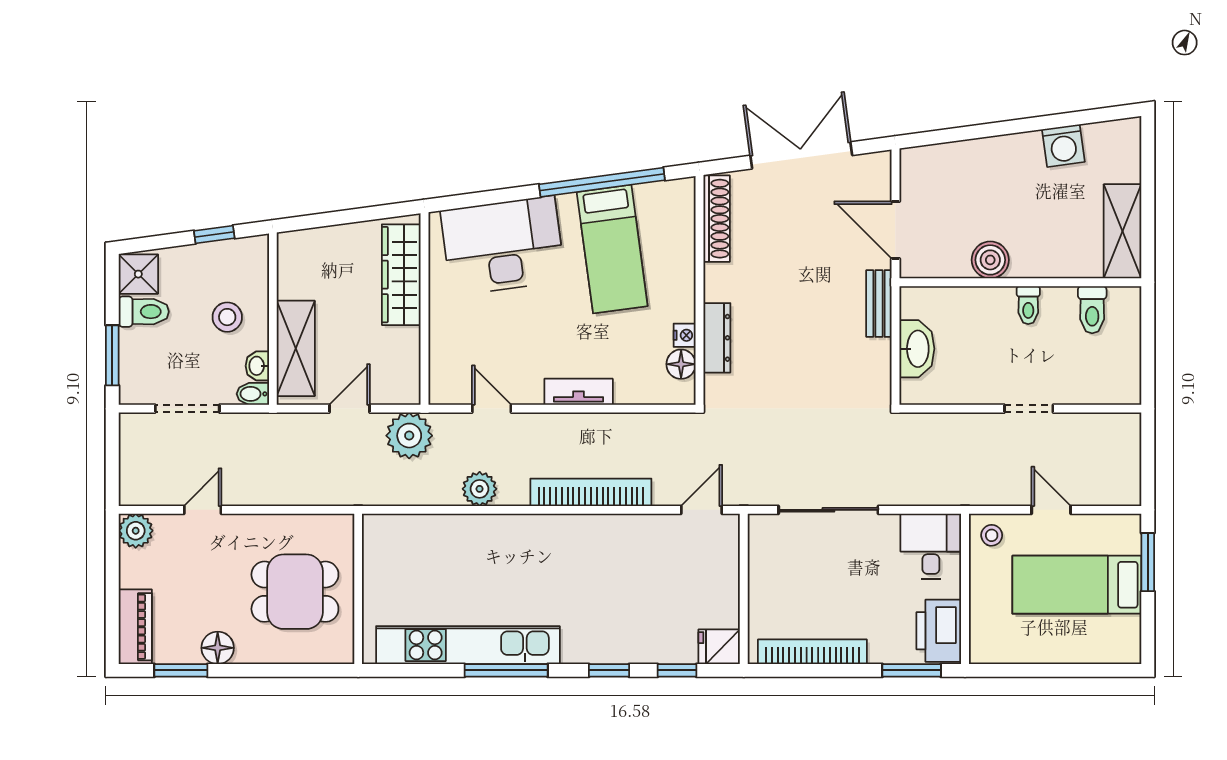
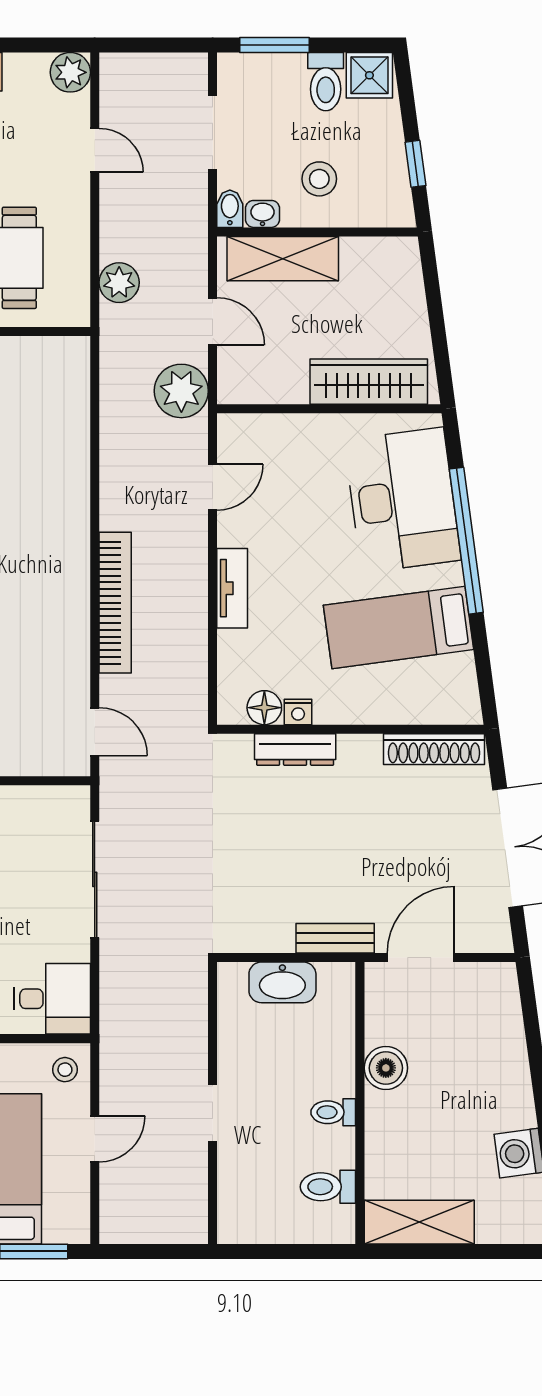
window: (602, 182) -> (466, 541), moved
plant: (480, 489) -> (119, 283), moved

